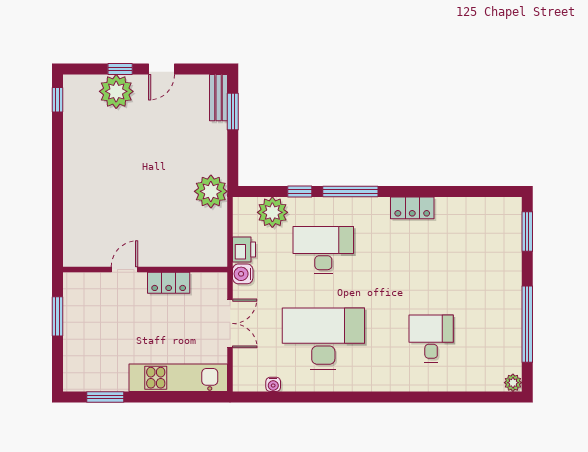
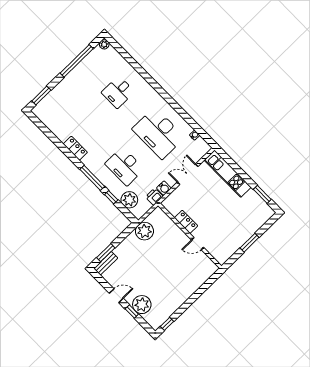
door: (124, 270) -> (198, 244), moved
wall: (145, 270) -> (190, 236), moved
locker: (169, 283) -> (186, 222), moved

